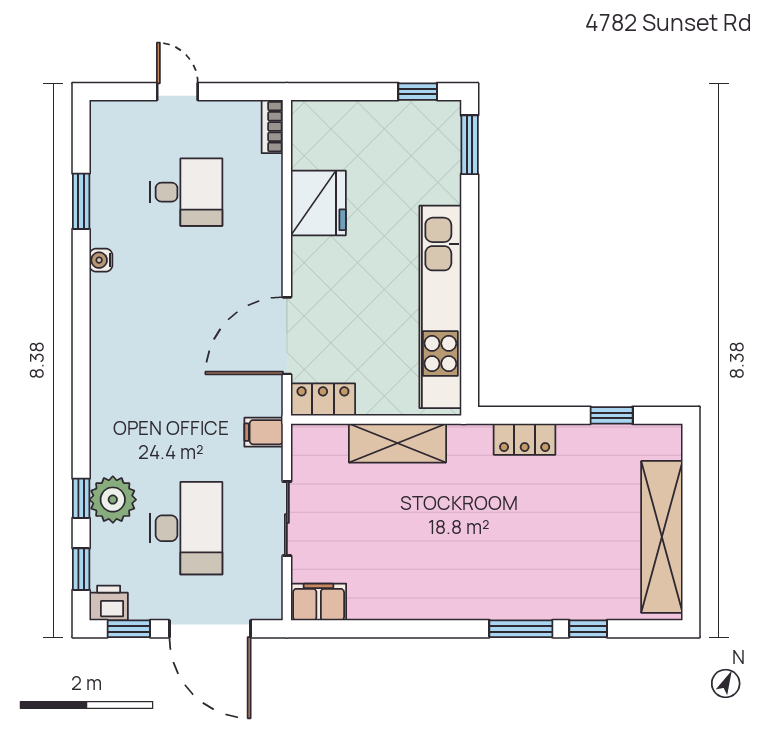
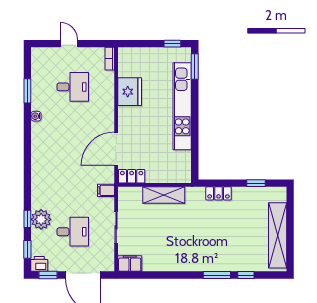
kitchen unit: (440, 307) -> (182, 106), moved
desk: (186, 528) -> (73, 232), width x0.73

